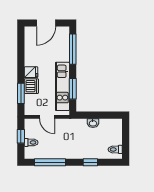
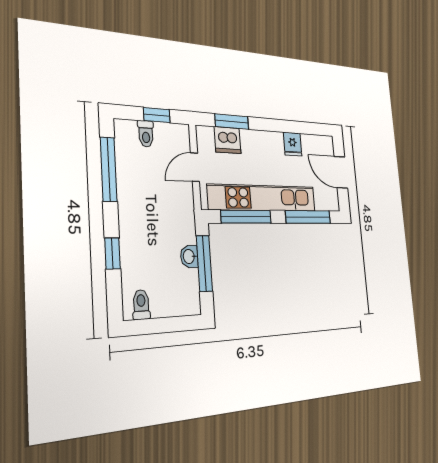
fridge: (31, 72) -> (293, 144), moved
dishwasher: (31, 86) -> (228, 140), moved
kitchen unit: (62, 86) -> (263, 198), width x1.36
window: (73, 89) -> (246, 217), width x1.44
window: (97, 115) -> (204, 264), added

